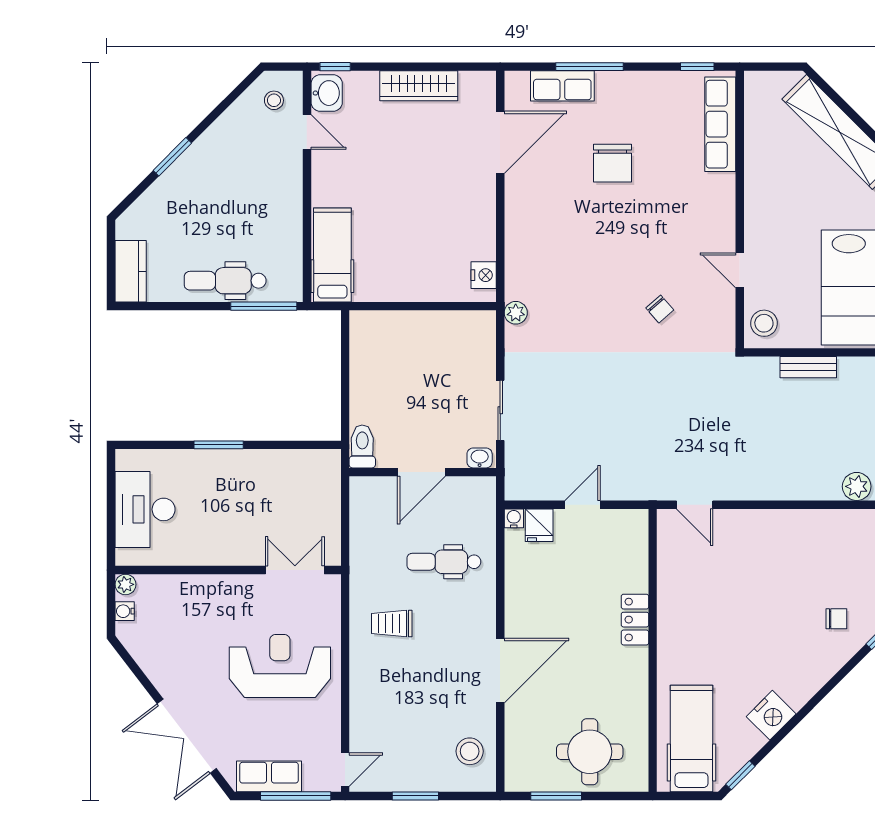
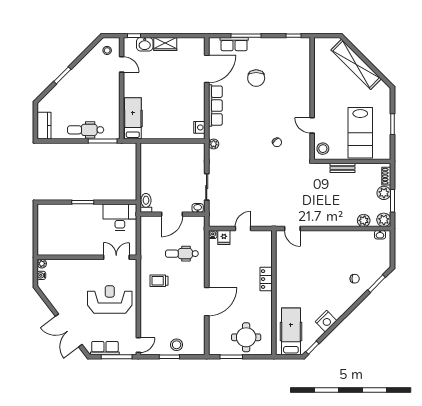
wardrobe: (419, 86) -> (165, 44), width x0.67
washbasin: (327, 93) -> (145, 44), moved, turned 90
row of seats: (720, 124) -> (215, 106), moved, turned 180
desk: (145, 509) -> (120, 217), moved, turned 90
stool: (470, 751) -> (177, 345), moved

